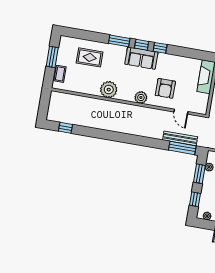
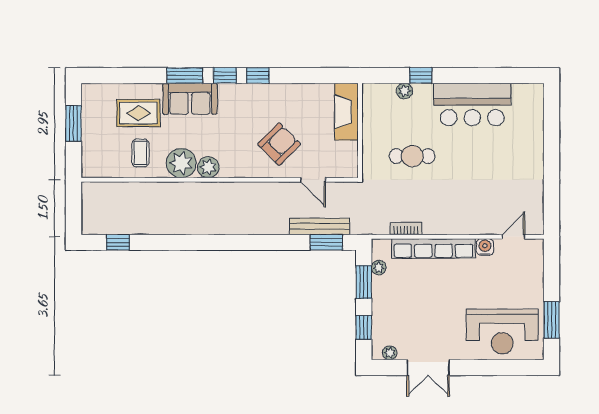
sofa: (141, 58) -> (190, 99), moved
coffee table: (60, 74) -> (140, 153), moved
armchair: (165, 88) -> (279, 144), turned -135
plant: (141, 97) -> (208, 167), moved
window: (182, 148) -> (326, 242), width x0.69

